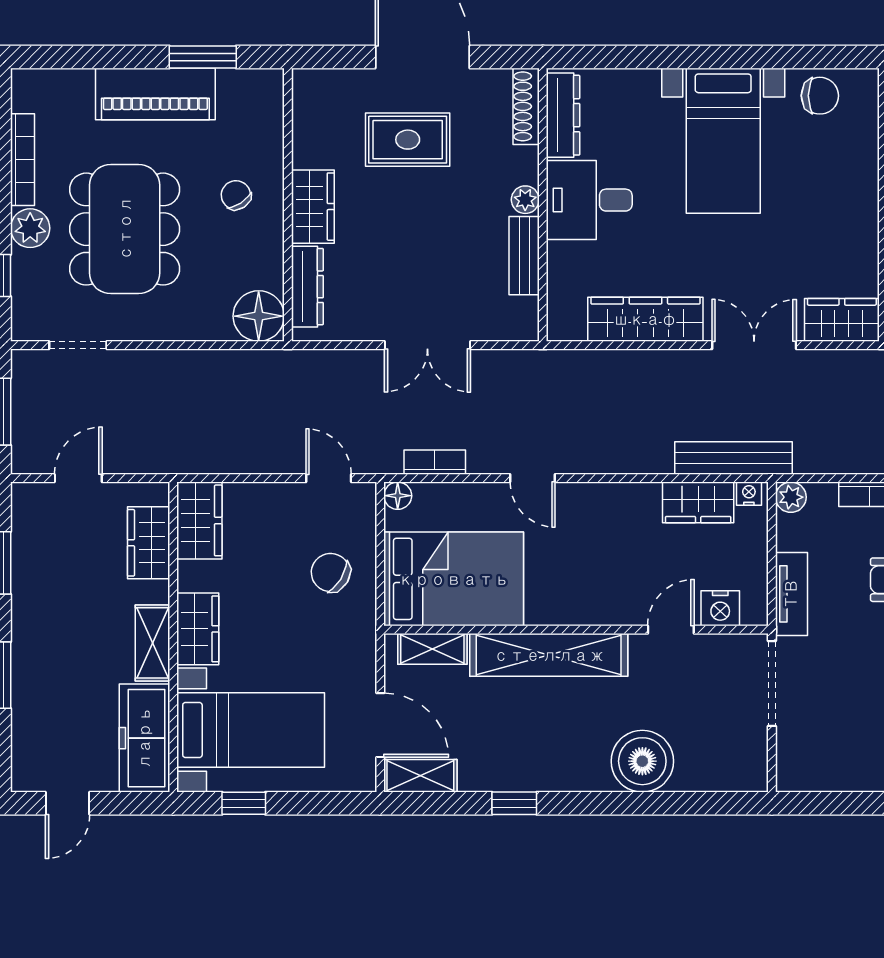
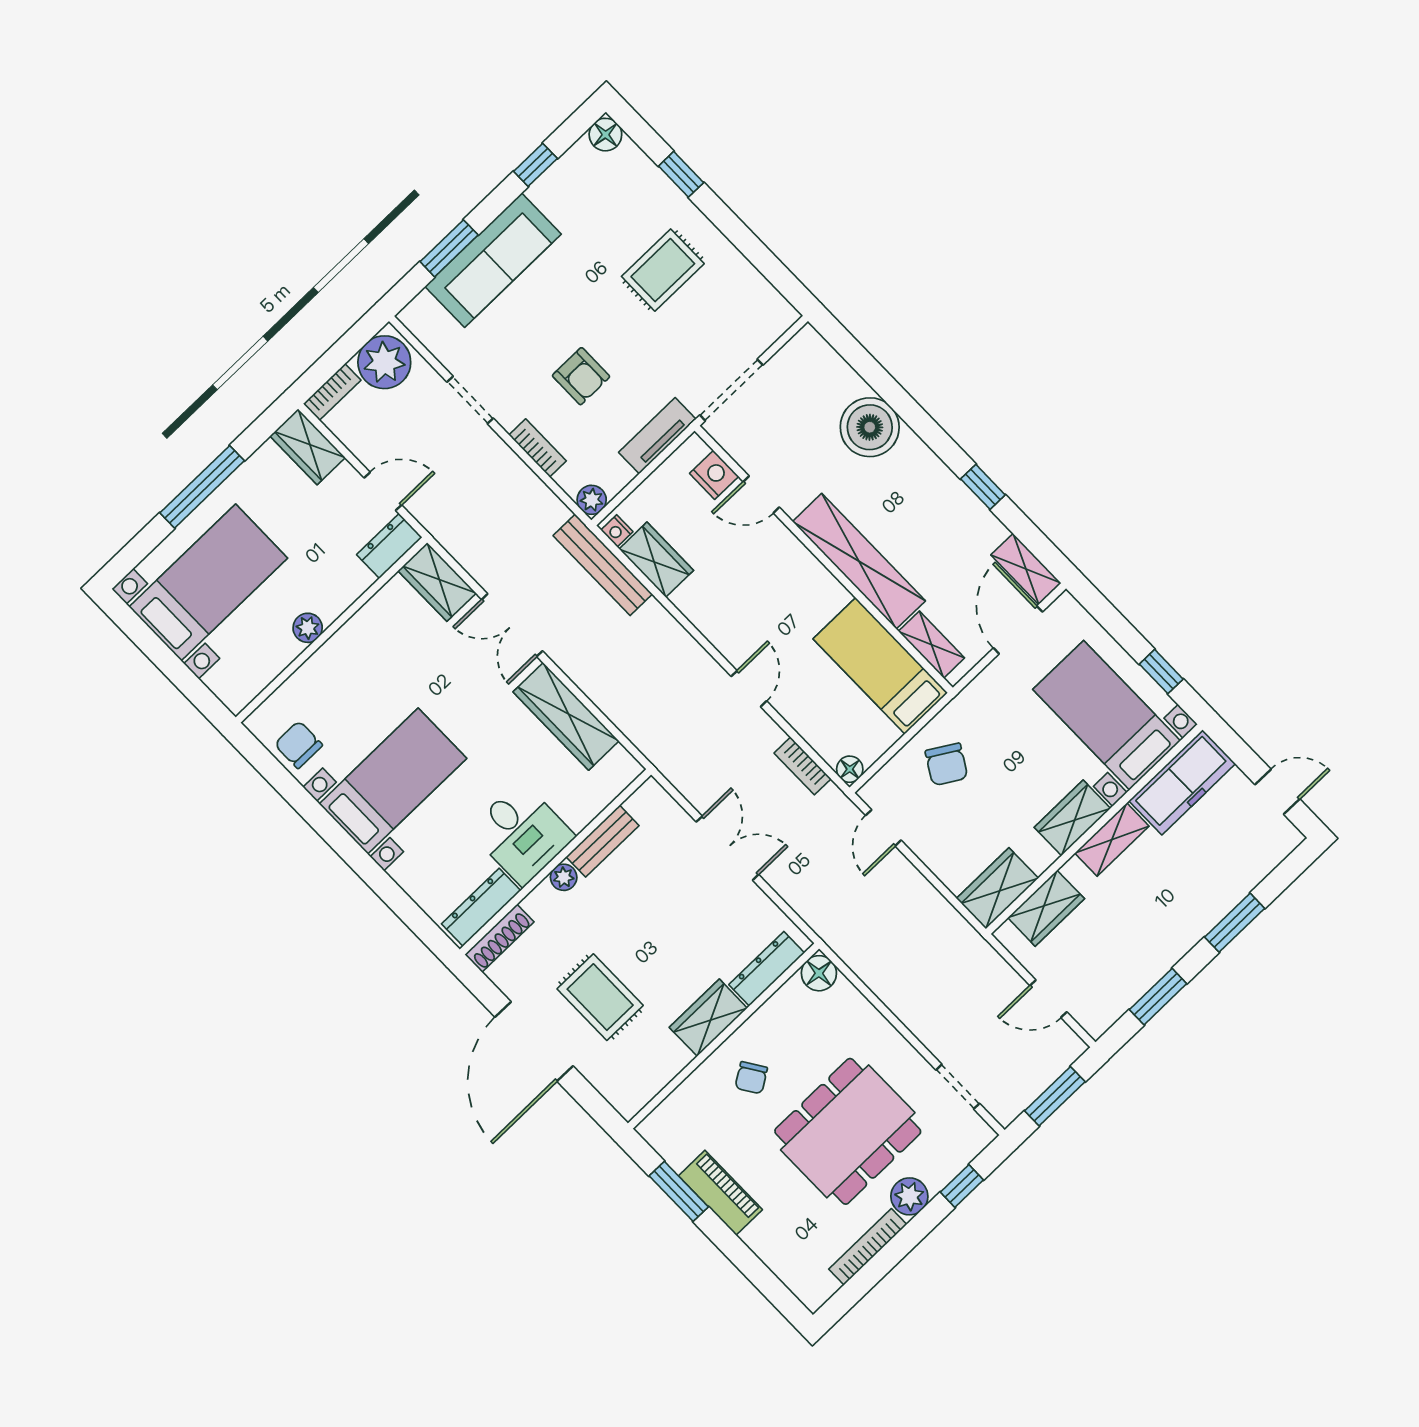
piano: (155, 94) -> (720, 1193), width x0.73, depth x0.75
floor lamp: (259, 316) -> (819, 973), width x0.73, depth x0.73
bed: (454, 579) -> (880, 666), width x0.67

